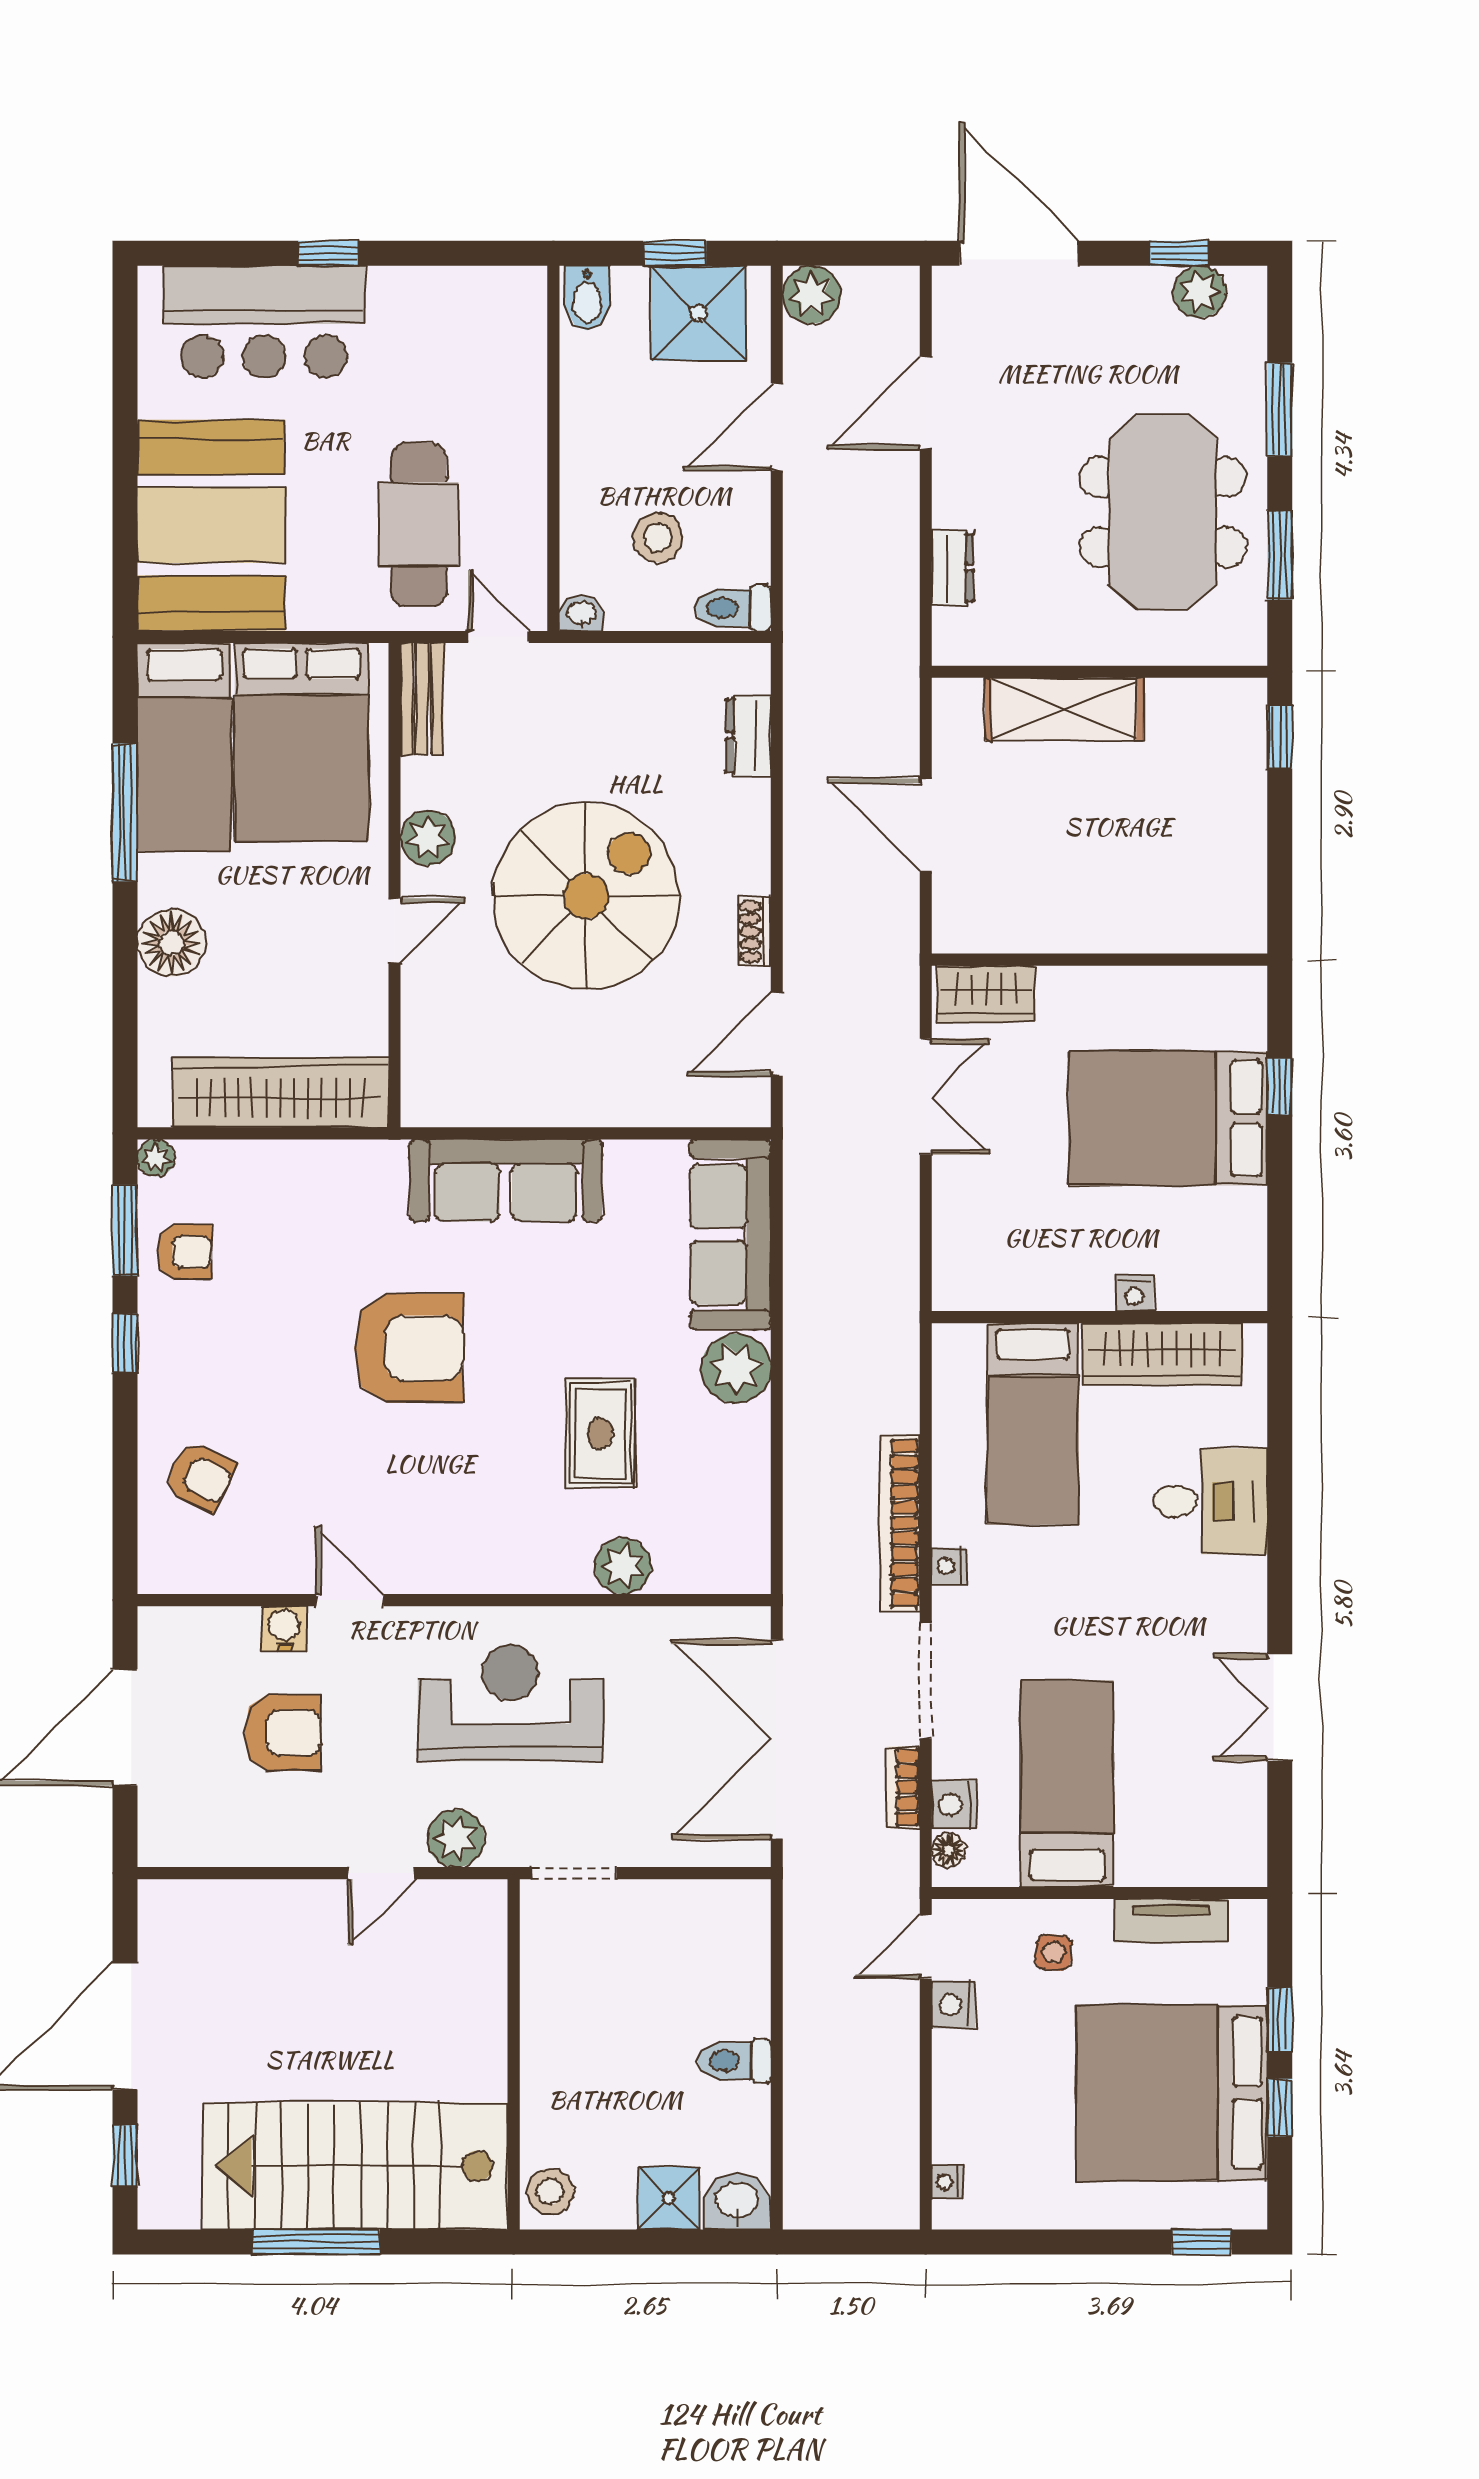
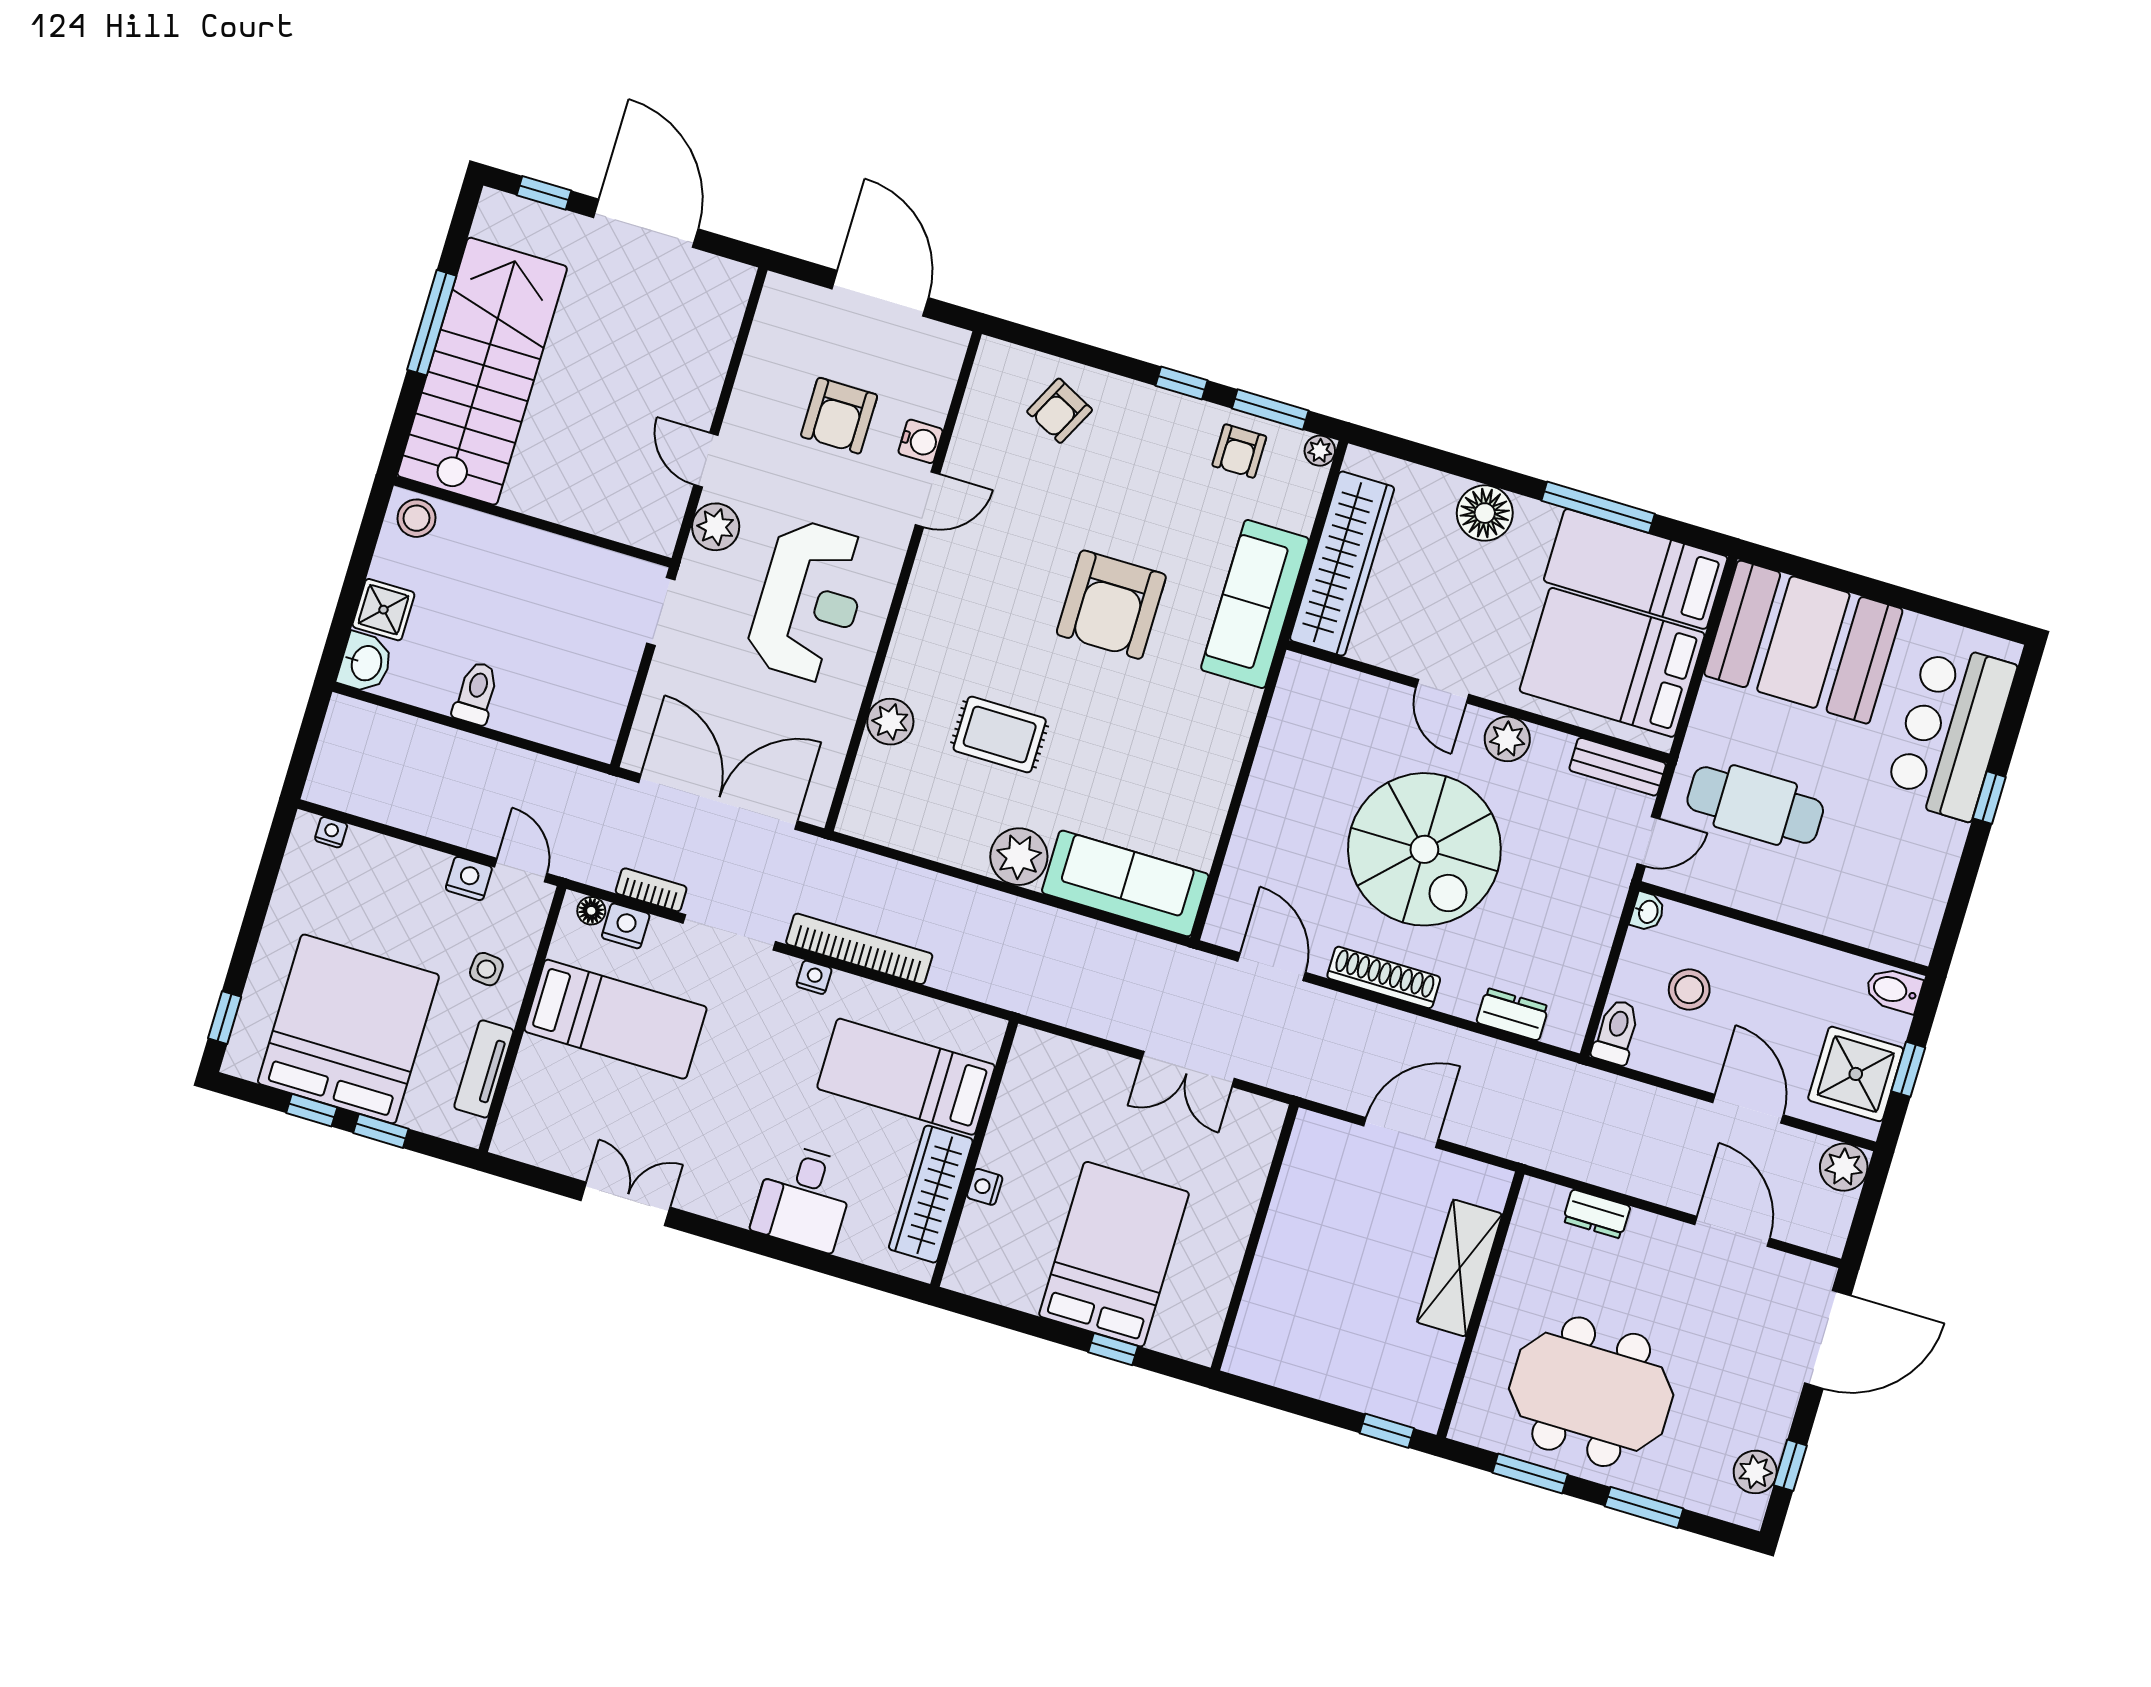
shoe rack: (754, 932) -> (1384, 977), width x1.94, depth x1.24
wardrobe: (986, 994) -> (1254, 1141), removed
sofa: (506, 1180) -> (1255, 604), moved

